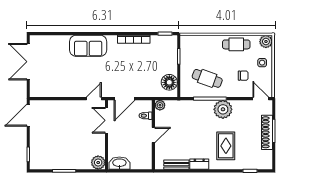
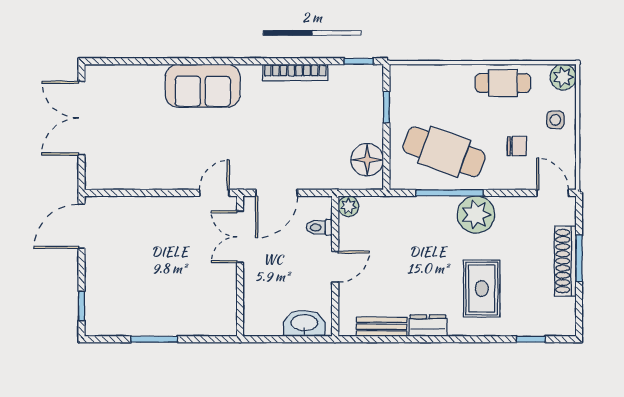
cafe table: (207, 78) -> (444, 152), width x1.37, depth x1.35
plant: (98, 163) -> (223, 322), removed
washbasin: (119, 163) -> (304, 323), moved

